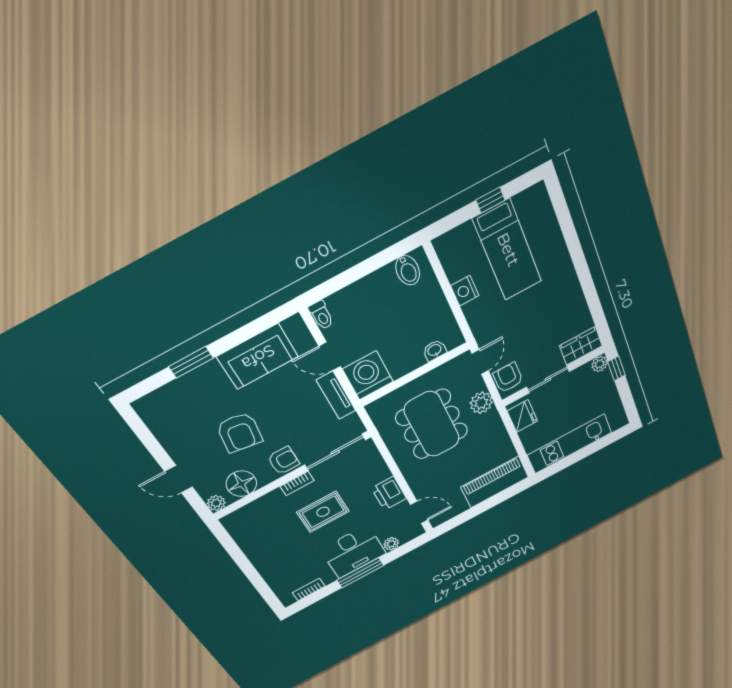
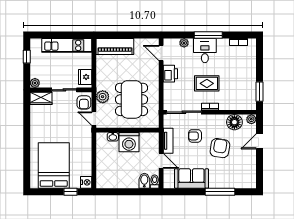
window: (490, 200) -> (71, 192), moved
bed: (508, 250) -> (54, 165), width x1.50
bidet: (408, 270) -> (144, 181), moved
nightstand: (465, 291) -> (86, 182), moved
window: (191, 362) -> (220, 192), width x1.44
door: (480, 362) -> (94, 119), hinge flipped
window: (617, 368) -> (27, 57), moved
washing machine: (368, 375) -> (129, 142), moved
armchair: (283, 461) -> (195, 136), moved
door: (179, 479) -> (259, 141), swing flipped
window: (231, 547) -> (259, 92), added
desk: (353, 552) -> (205, 51), width x0.73

